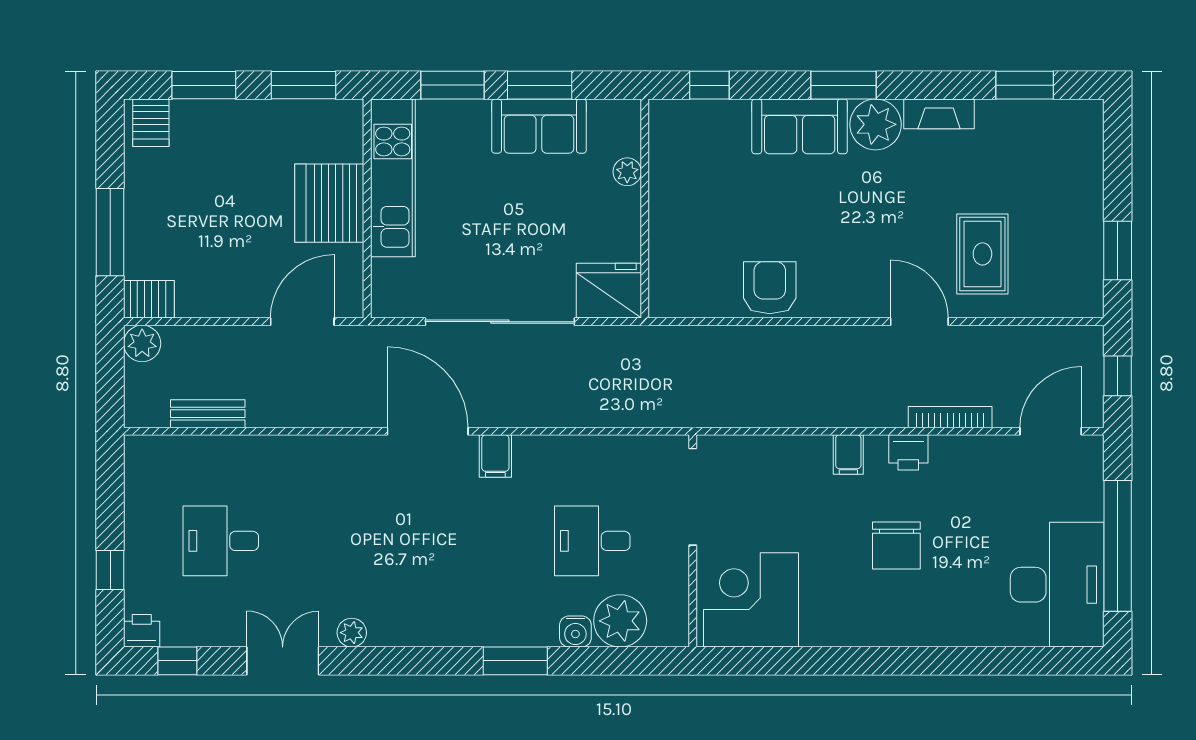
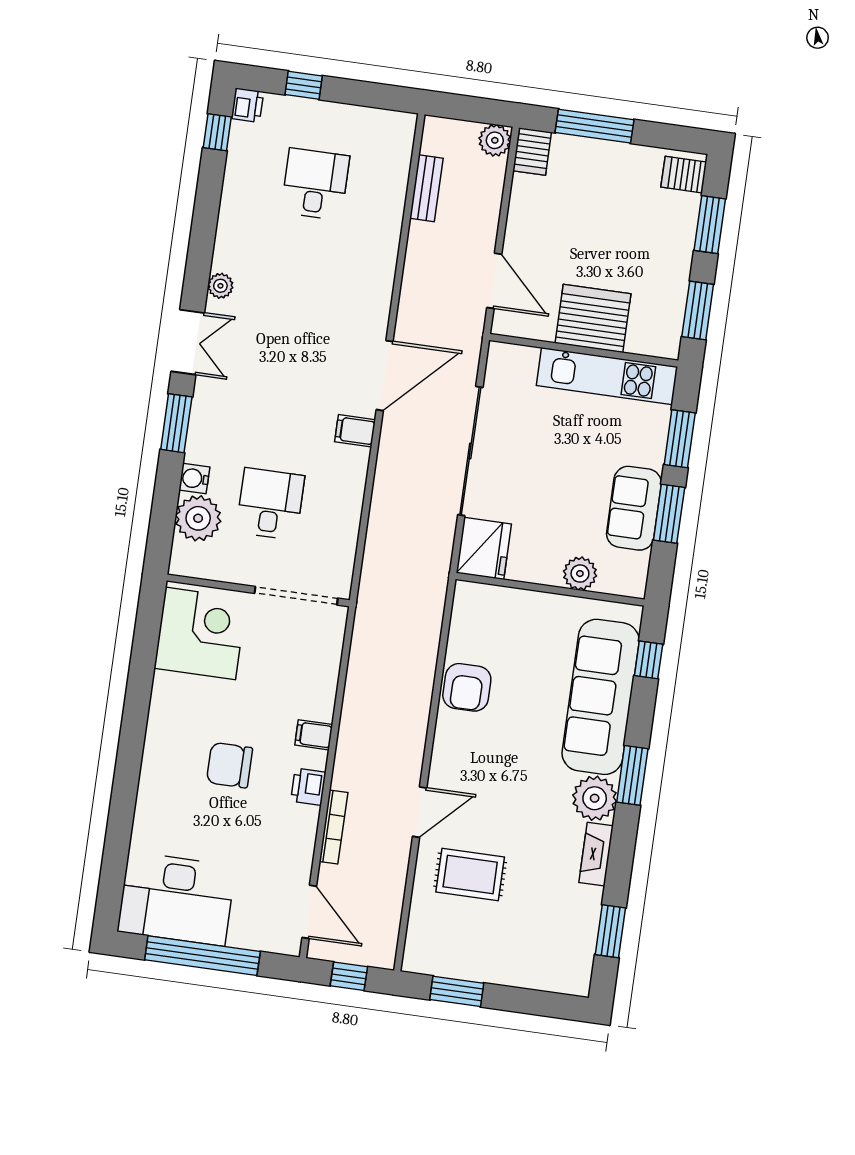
sofa: (800, 126) -> (601, 697), width x1.85, depth x1.27
plant: (627, 172) -> (580, 574), width x1.38, depth x1.38
armchair: (770, 288) -> (467, 687), turned 90
double door: (283, 661) -> (188, 342), moved

